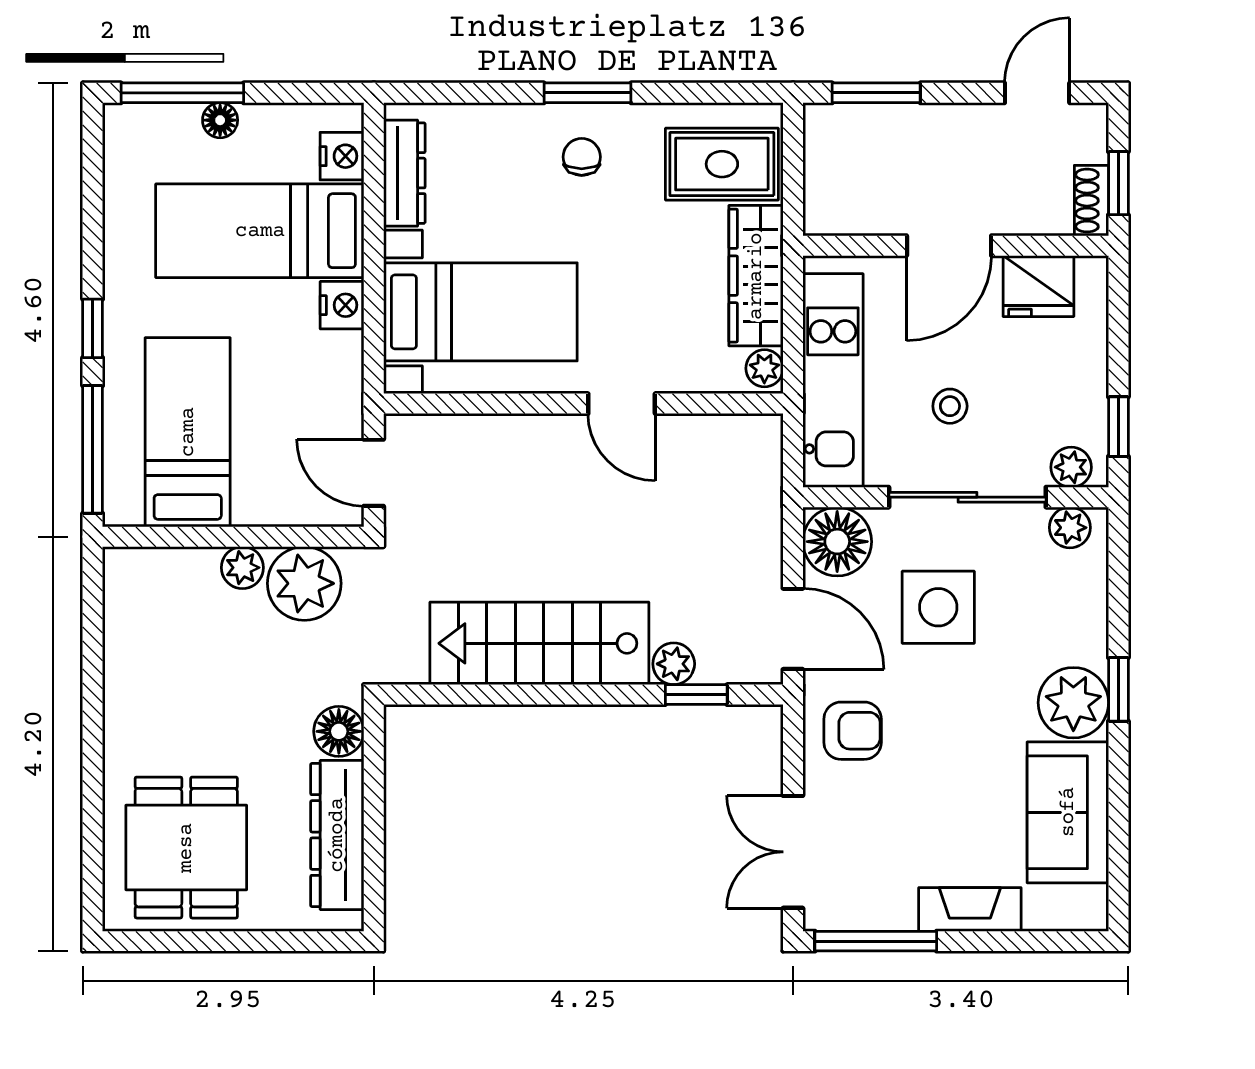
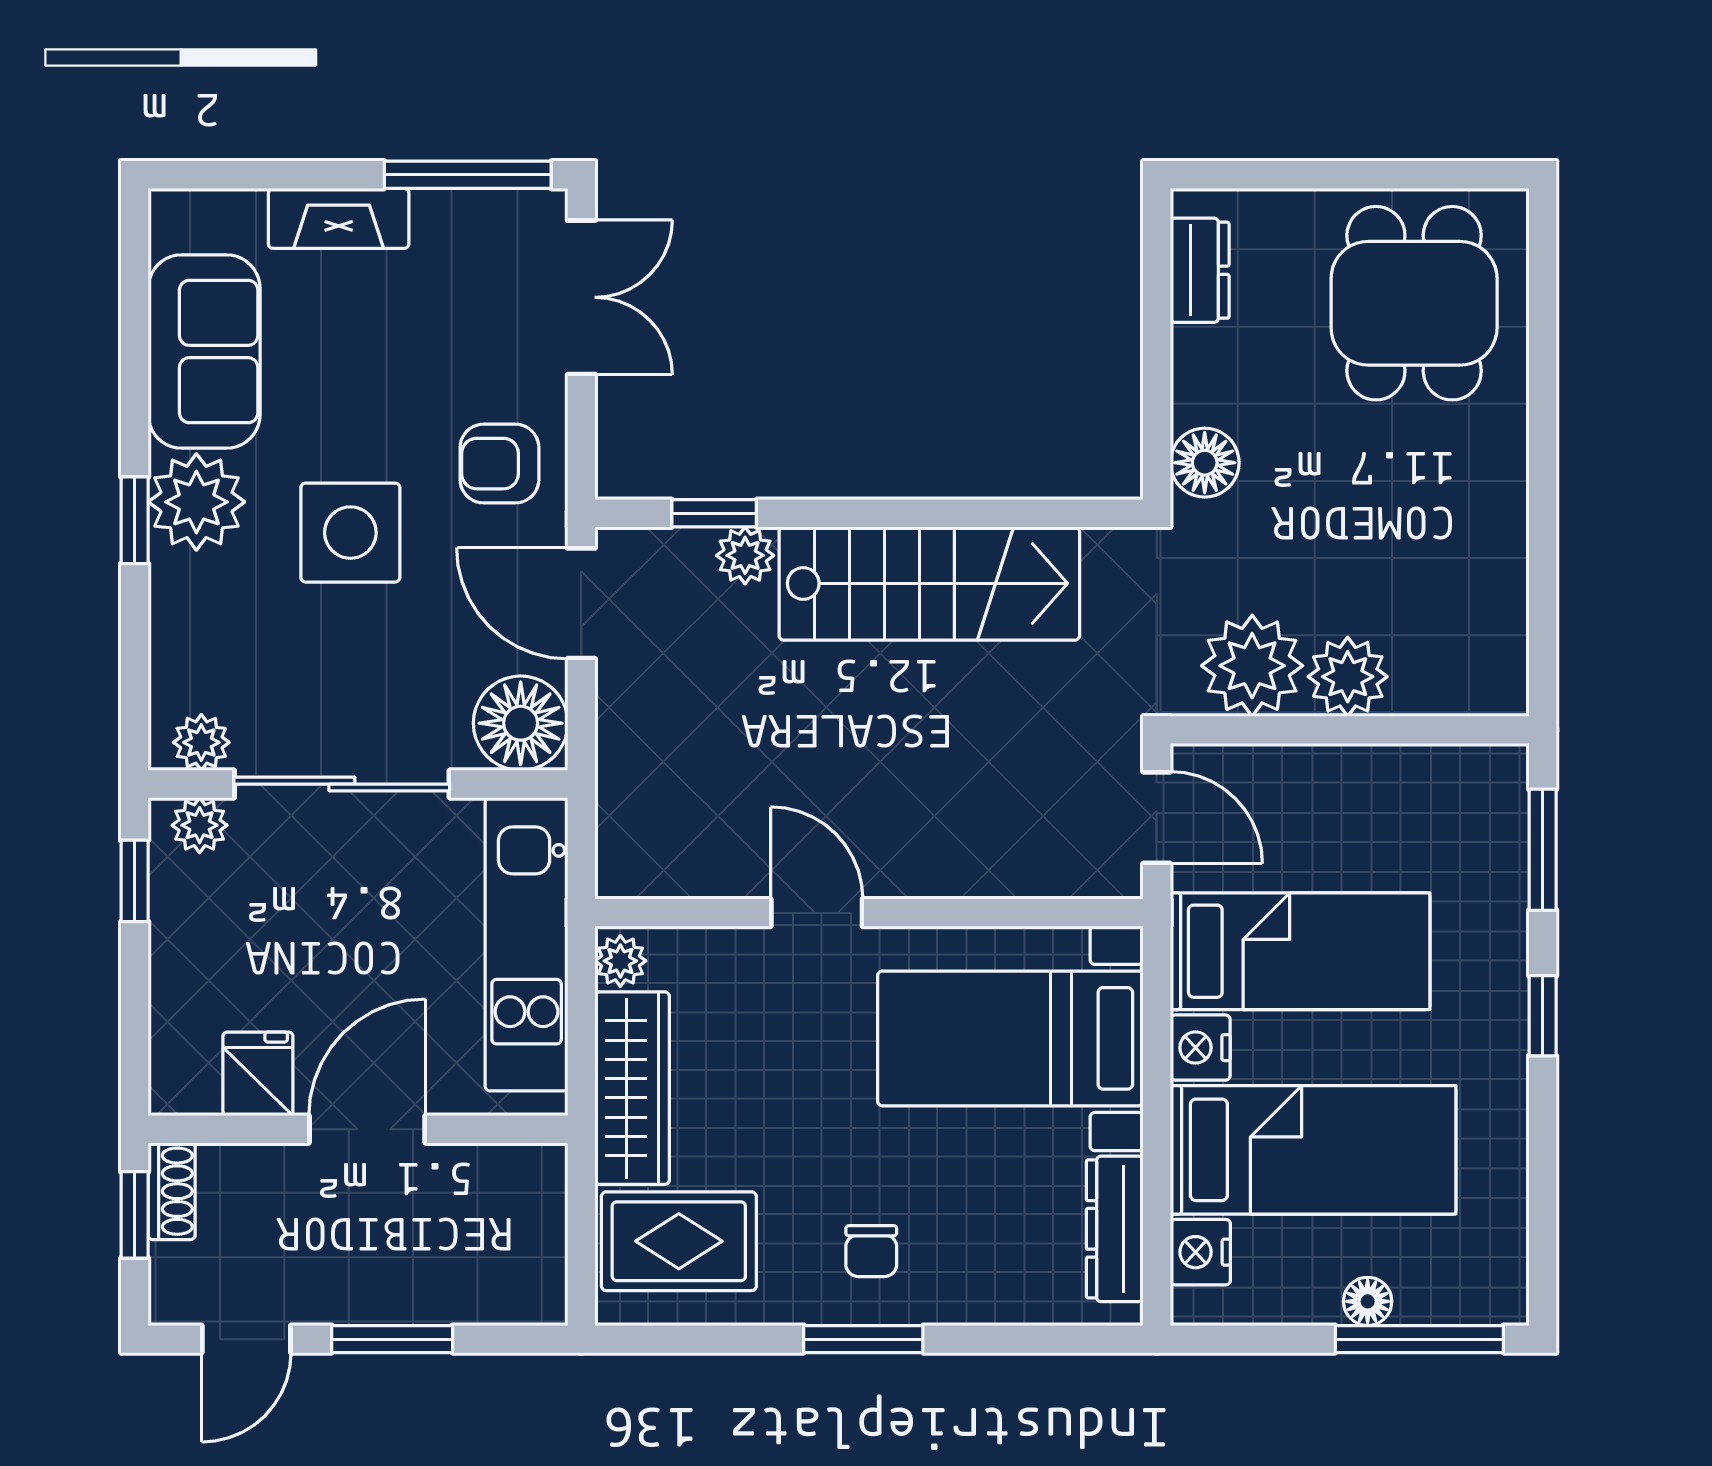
window: (876, 93) -> (392, 1339), moved
fridge: (1038, 286) -> (258, 1074), width x0.72
stool: (950, 406) -> (366, 909), removed
bed: (188, 432) -> (1300, 951), moved, turned -90
window: (93, 449) -> (1543, 850), width x0.69
plant: (242, 568) -> (1348, 677), width x1.38, depth x1.38
side table: (938, 607) -> (350, 533), moved
dresser: (337, 835) -> (1200, 270), width x0.51, depth x0.80

